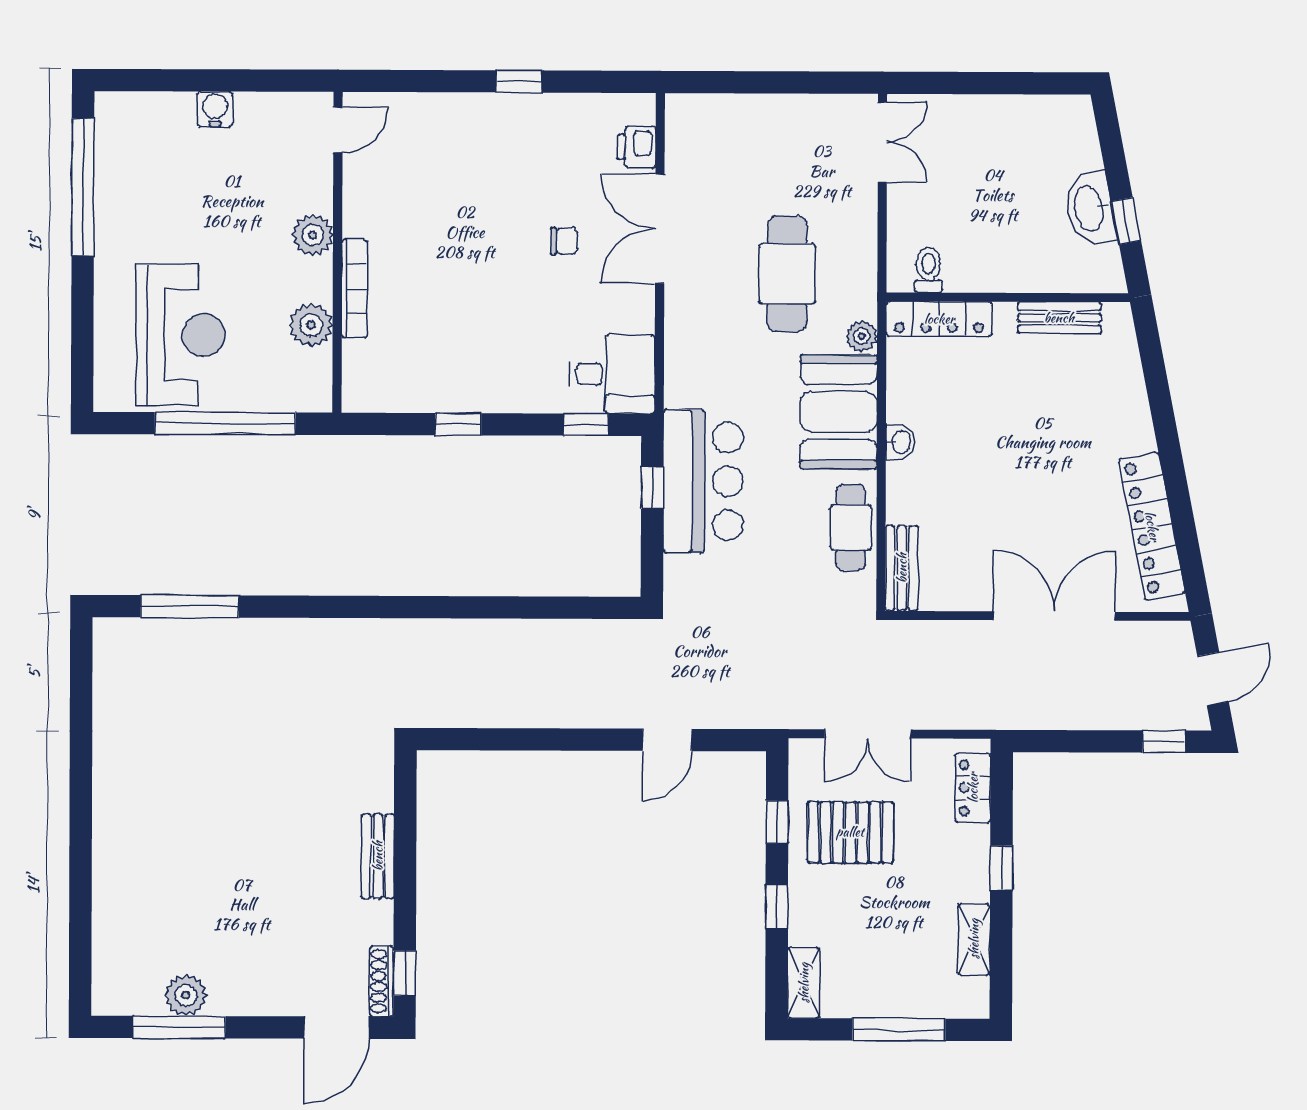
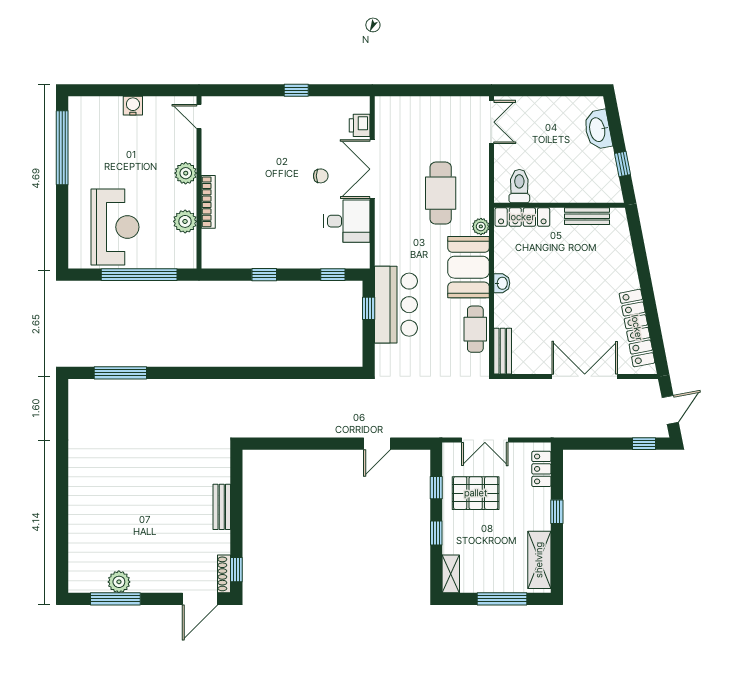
door: (338, 130) -> (199, 117), swing flipped
washbasin: (1090, 208) -> (598, 130), moved
toilet: (928, 270) -> (519, 186), width x1.37, depth x1.39
desk: (612, 374) -> (347, 221), moved
shelving: (974, 939) -> (539, 560), width x1.50, depth x1.33

